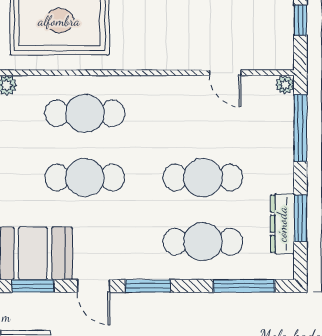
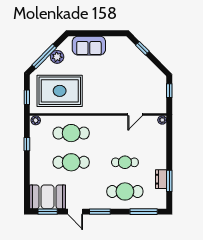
door: (225, 73) -> (135, 115), hinge flipped
window: (300, 128) -> (169, 140), removed
cafe table: (203, 178) -> (125, 162), width x0.73, depth x0.74
dresser: (282, 224) -> (161, 179), width x0.70

